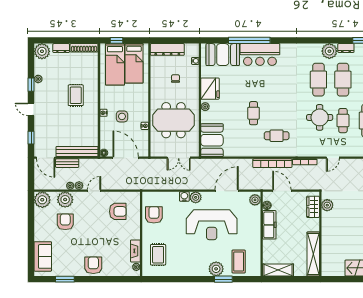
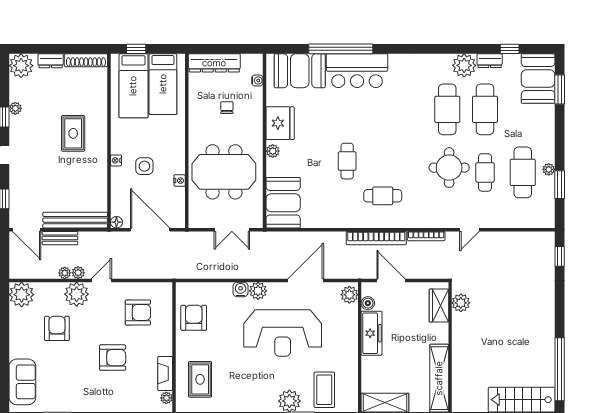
plant: (65, 200) -> (77, 294), moved
armchair: (93, 265) -> (113, 358), moved, turned 90

